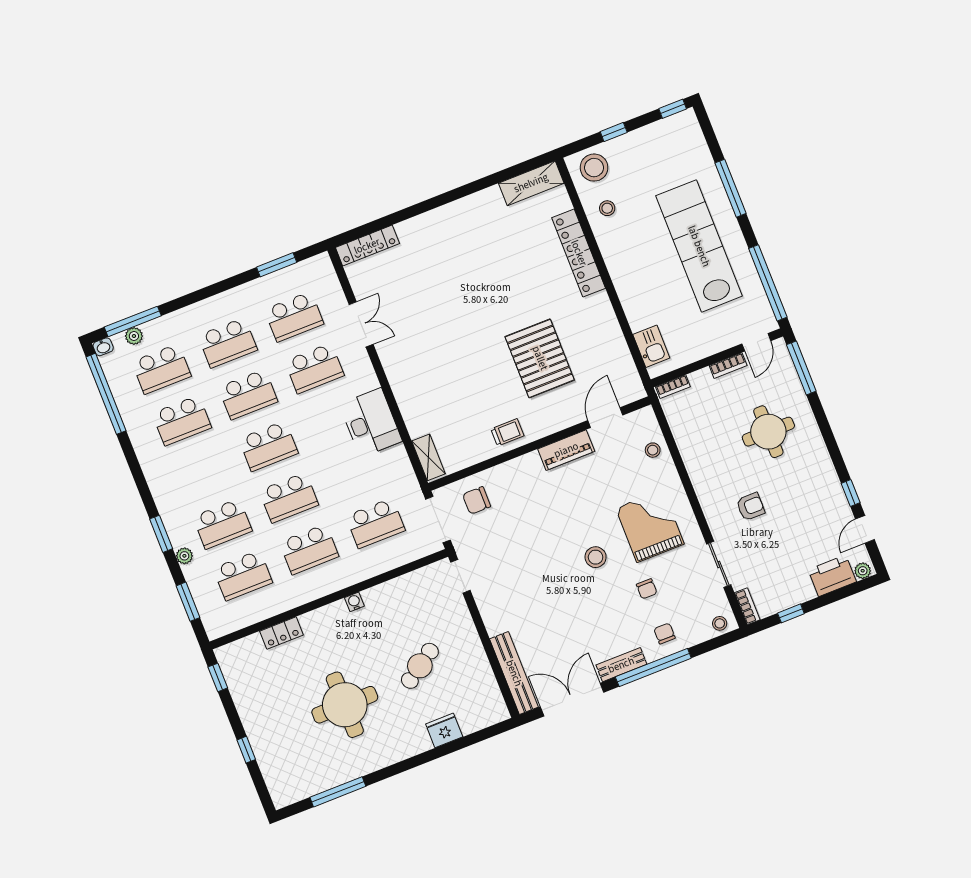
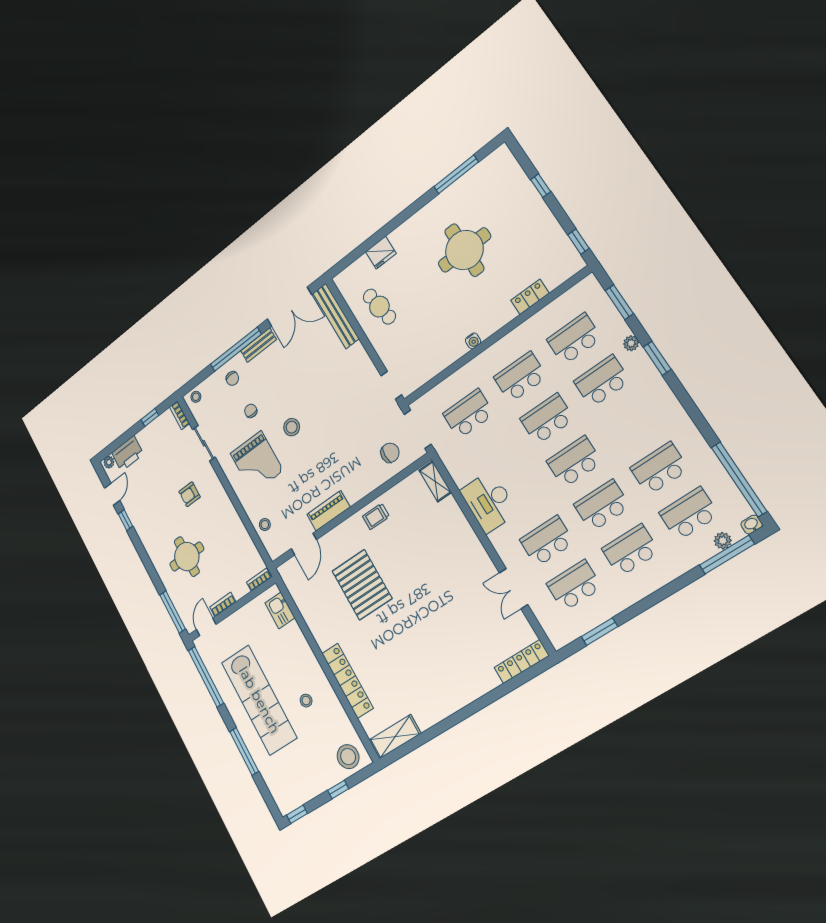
stool: (607, 208) -> (306, 701), moved
cafe table: (420, 666) -> (379, 307), moved, turned -66

